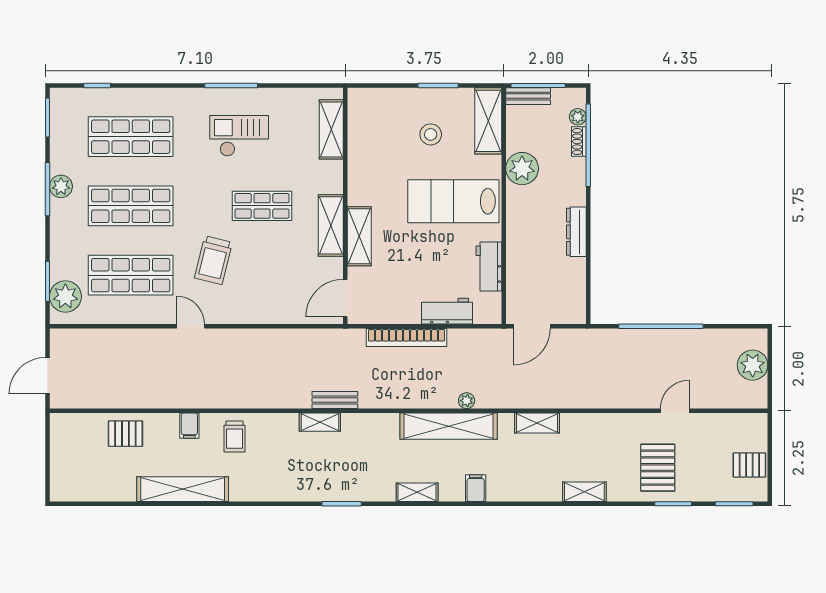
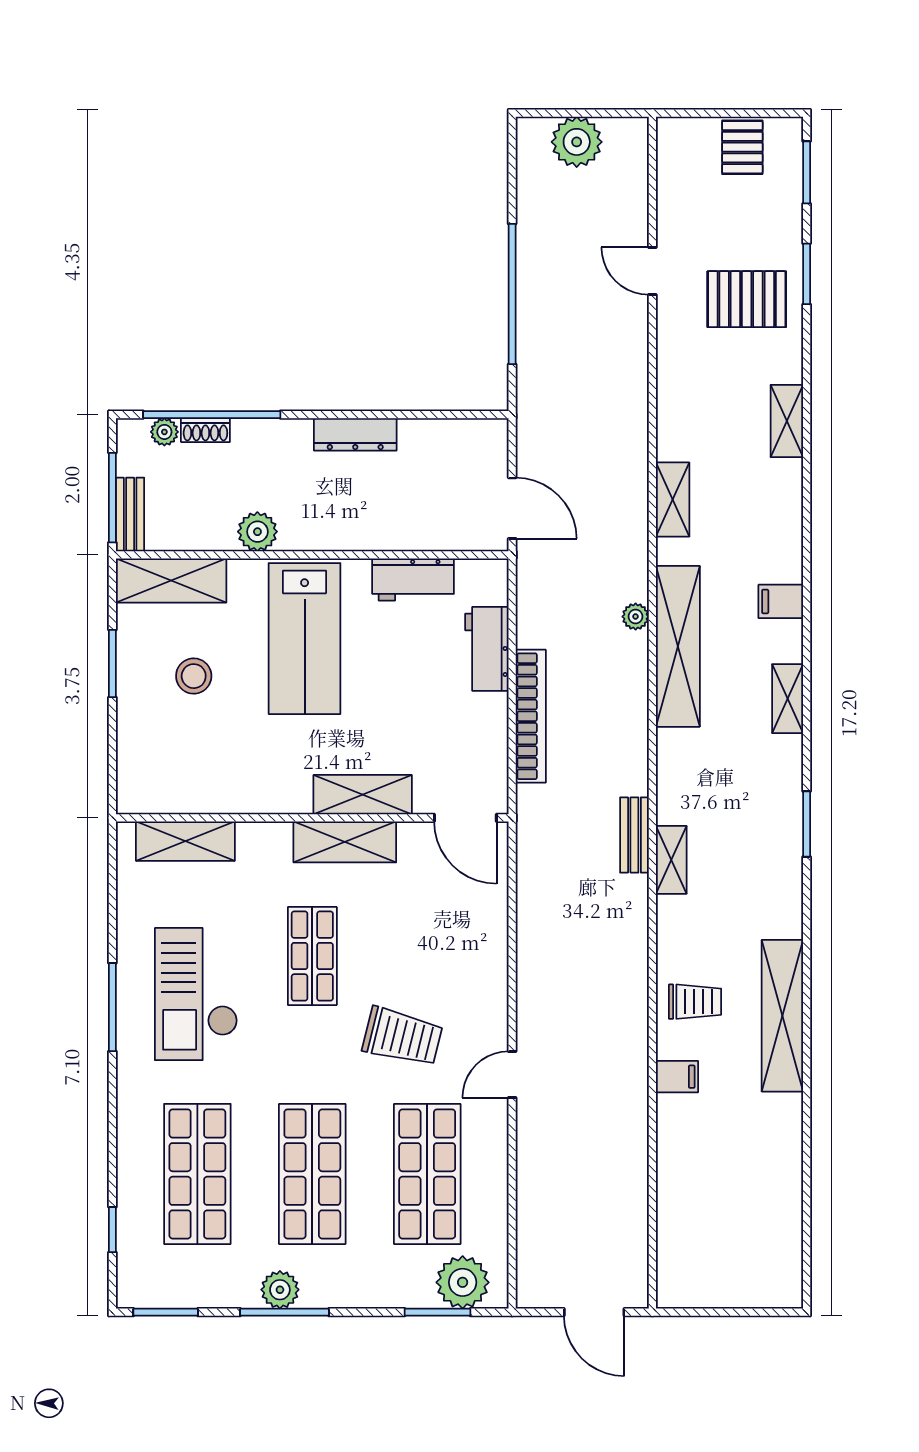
checkout: (239, 136) -> (196, 994), width x1.36, depth x1.21
plant: (522, 169) -> (257, 532), width x0.73, depth x0.73
pallet: (125, 434) -> (690, 1183), removed
shelving: (183, 489) -> (782, 1016), moved

